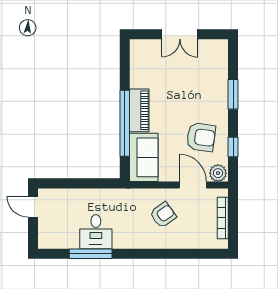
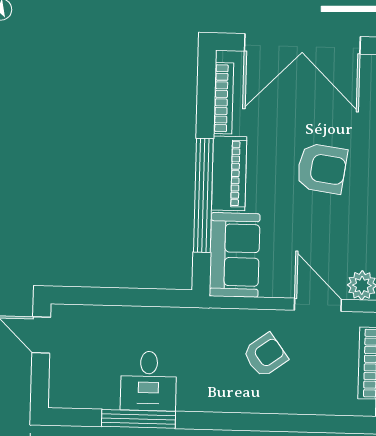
double door: (180, 34) -> (302, 44), width x1.87
bookcase: (135, 67) -> (224, 98), added
armchair: (201, 137) -> (322, 168), moved

